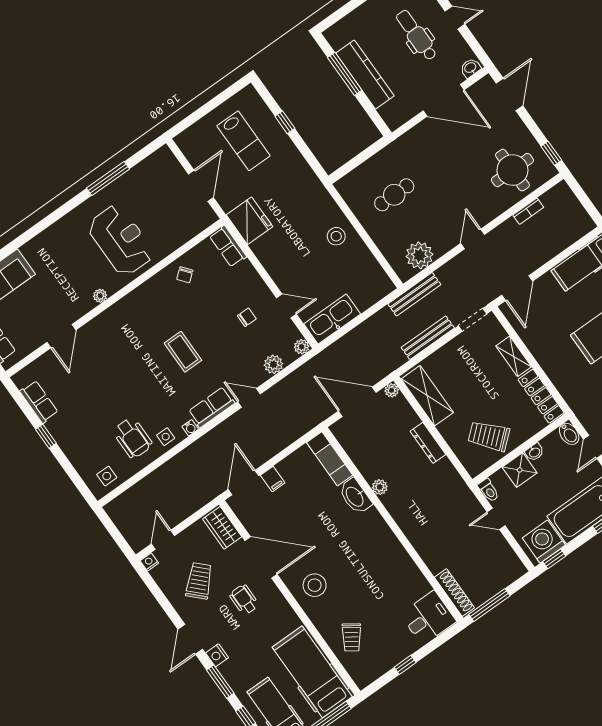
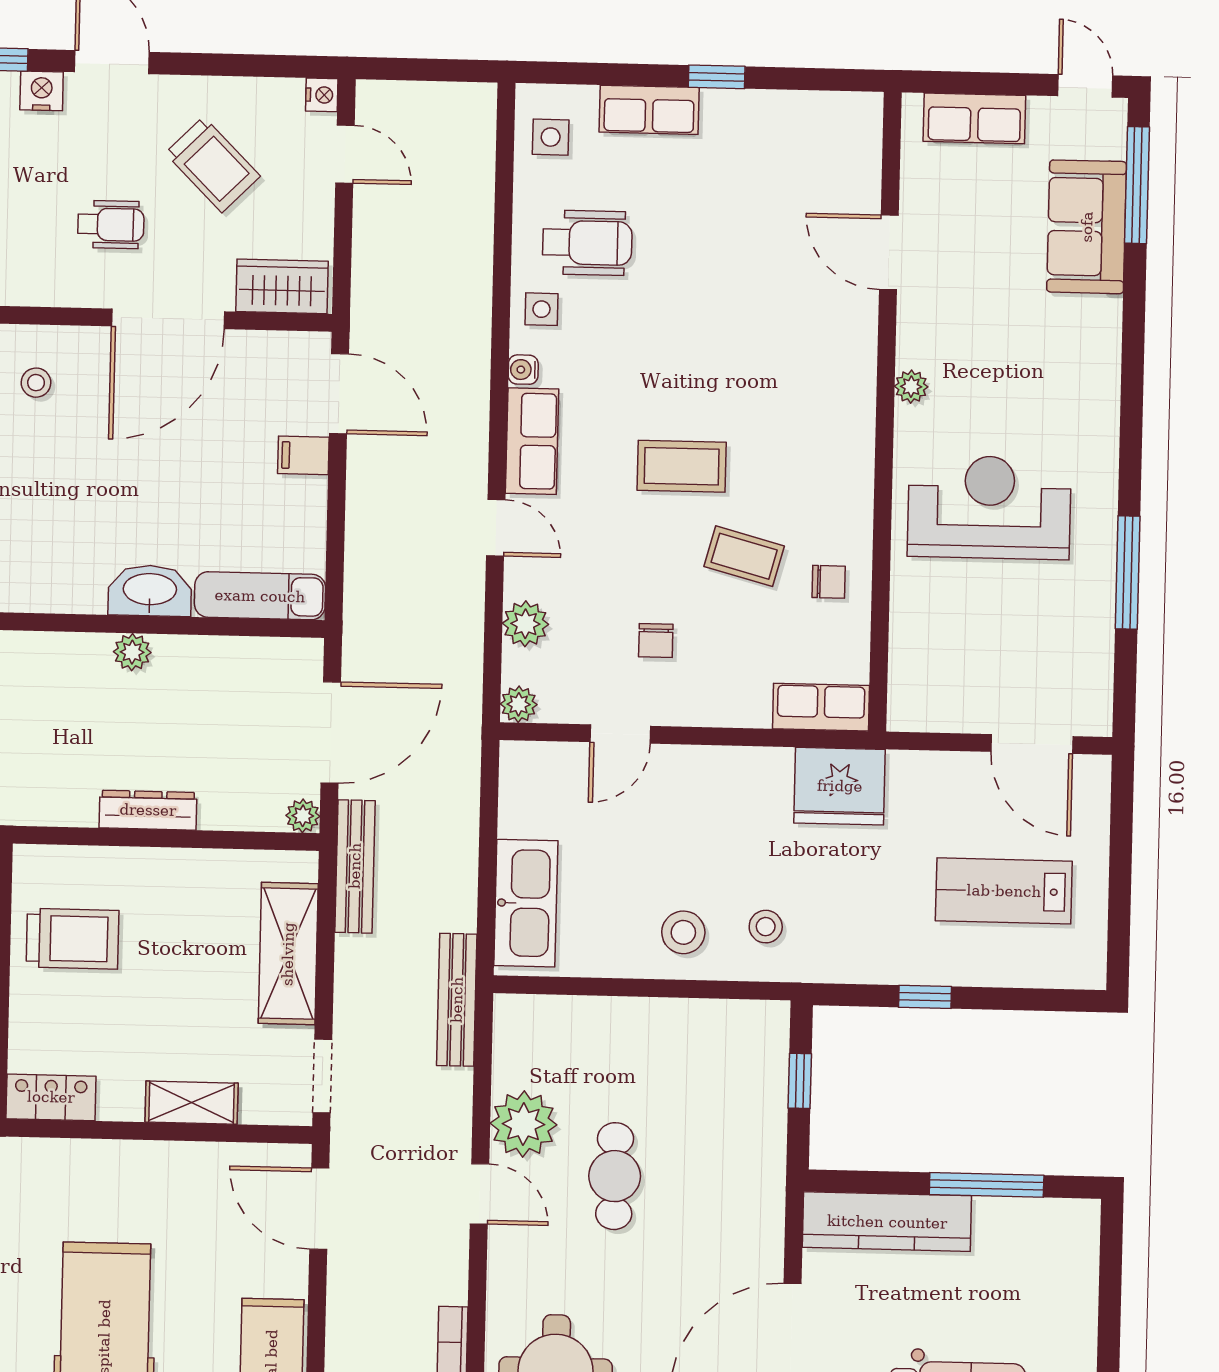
kitchen counter: (365, 75) -> (887, 1222), moved
window: (285, 122) -> (925, 997), moved
window: (356, 161) -> (800, 1081), added
door: (201, 186) -> (1032, 744), moved
cafe table: (394, 195) -> (615, 1176), moved
stool: (314, 210) -> (766, 927), added
reception desk: (121, 240) -> (989, 507), turned 180
plant: (419, 255) -> (523, 1124), moved
chair: (185, 275) -> (829, 582), turned 129
coffee table: (197, 309) -> (744, 556), added
kitchen sink: (332, 319) -> (526, 903), moved
bench: (428, 338) -> (355, 866), moved
shelving: (427, 396) -> (288, 954), moved, turned 90
locker: (541, 396) -> (51, 1097), width x0.66
door: (249, 398) -> (496, 528), hinge flipped
row of seats: (39, 402) -> (649, 110), moved
trolley: (489, 436) -> (73, 939), turned 41
wheelchair: (133, 438) -> (587, 243), turned 180
stool: (315, 585) -> (36, 383), width x0.53, depth x0.53

